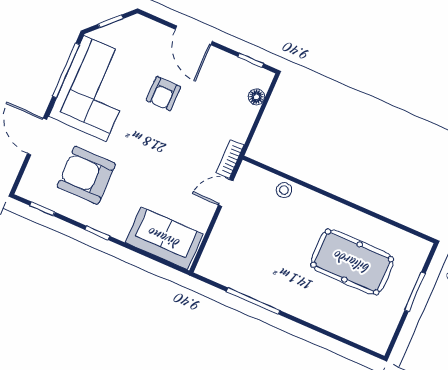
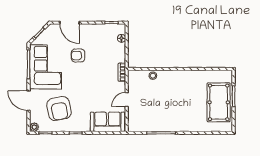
door: (194, 35) -> (70, 23), moved
armchair: (163, 94) -> (78, 56), turned 90
armchair: (86, 175) -> (59, 109), turned -101
plant: (26, 189) -> (34, 127), added
door: (226, 193) -> (127, 100), moved
pool table: (352, 262) -> (219, 102), moved, turned 90

